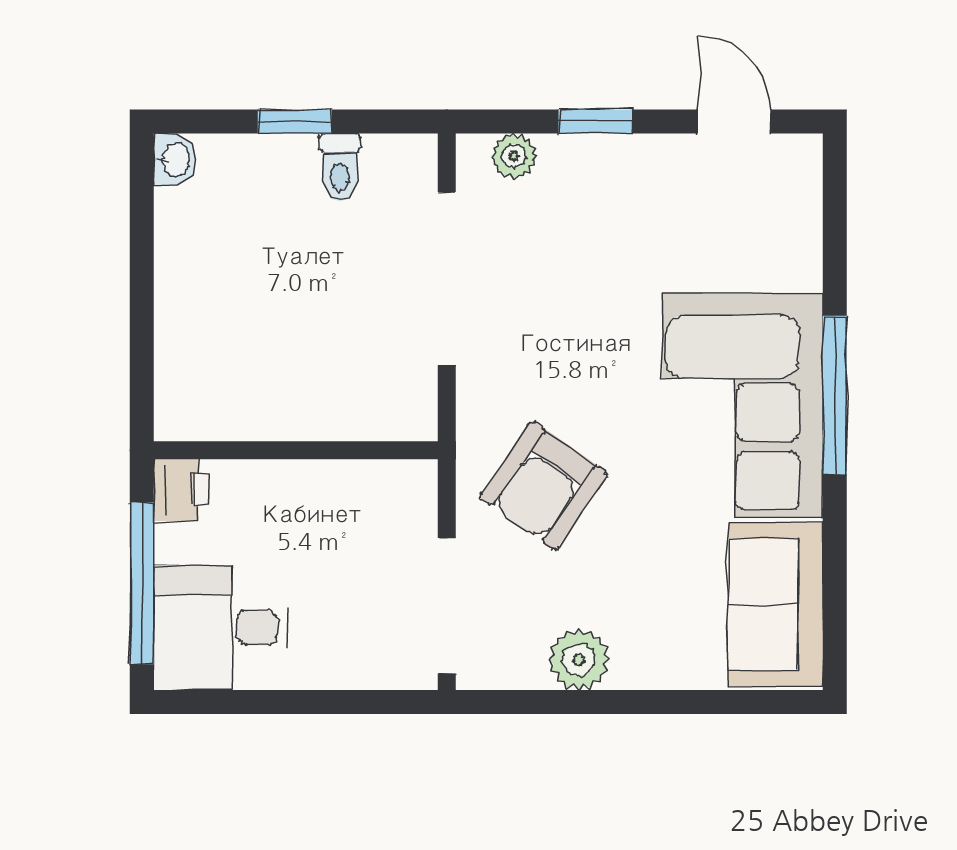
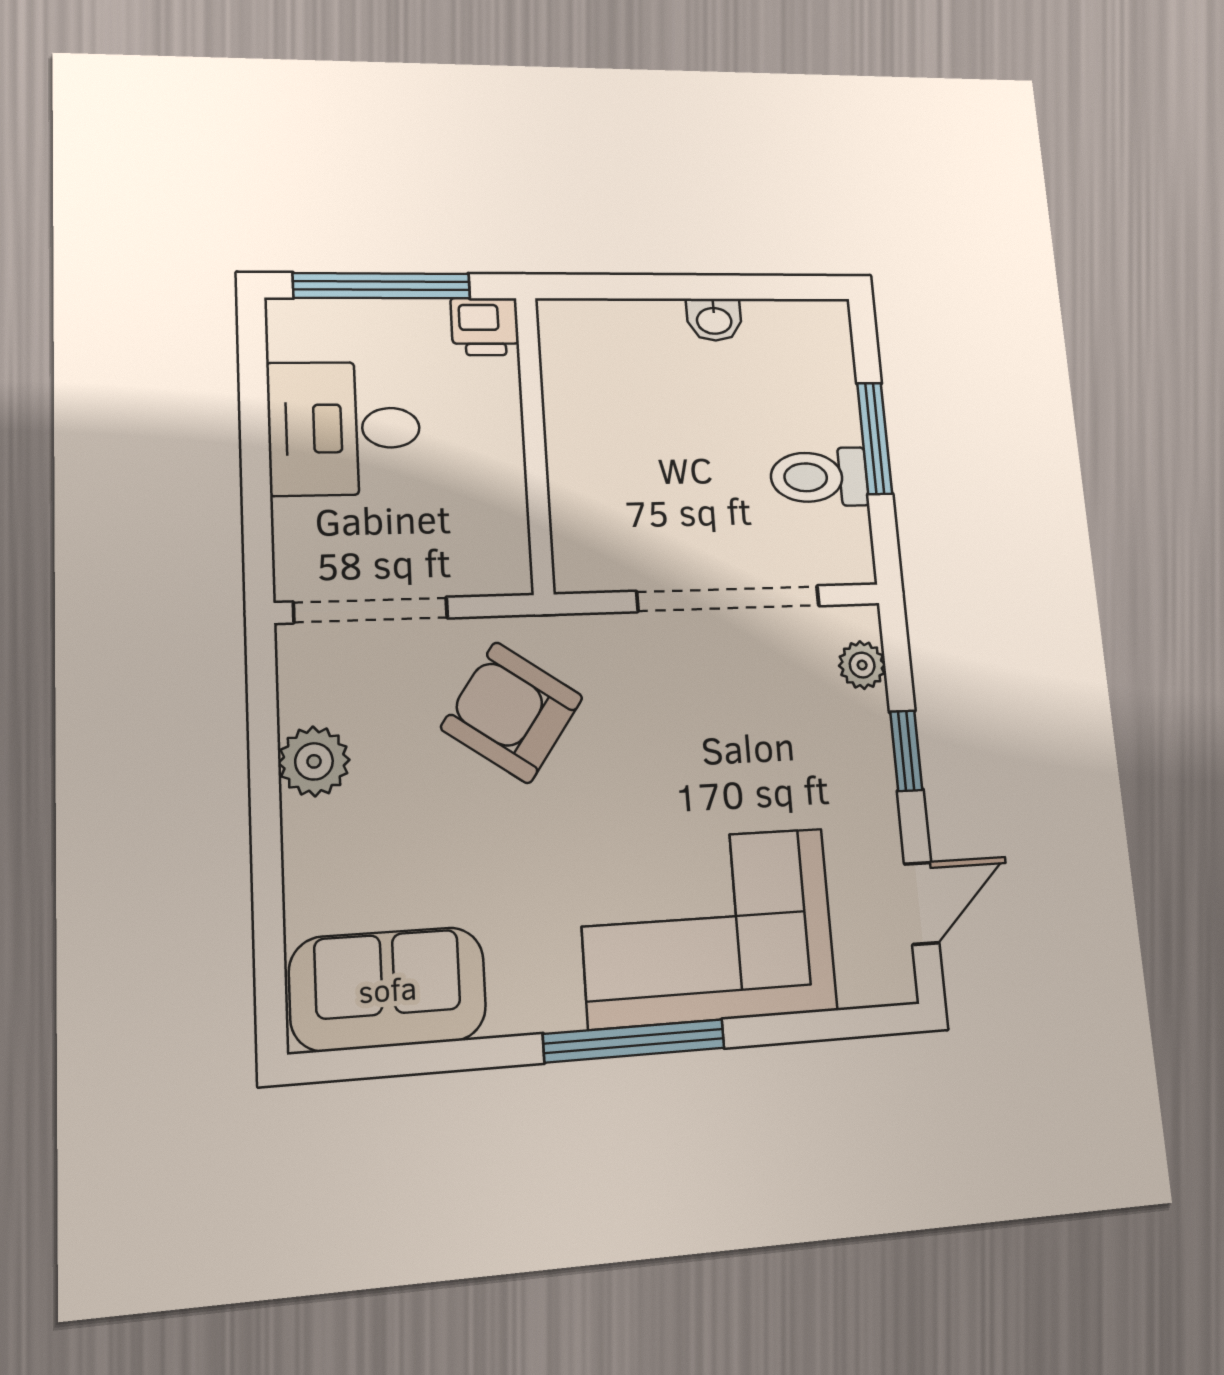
window: (295, 122) -> (875, 438), width x1.50
washbasin: (175, 160) -> (714, 320), moved
toilet: (340, 167) -> (819, 477), width x1.37, depth x1.39
corner sofa: (743, 405) -> (707, 927), moved
desk: (221, 628) -> (344, 428), moved, turned -90

